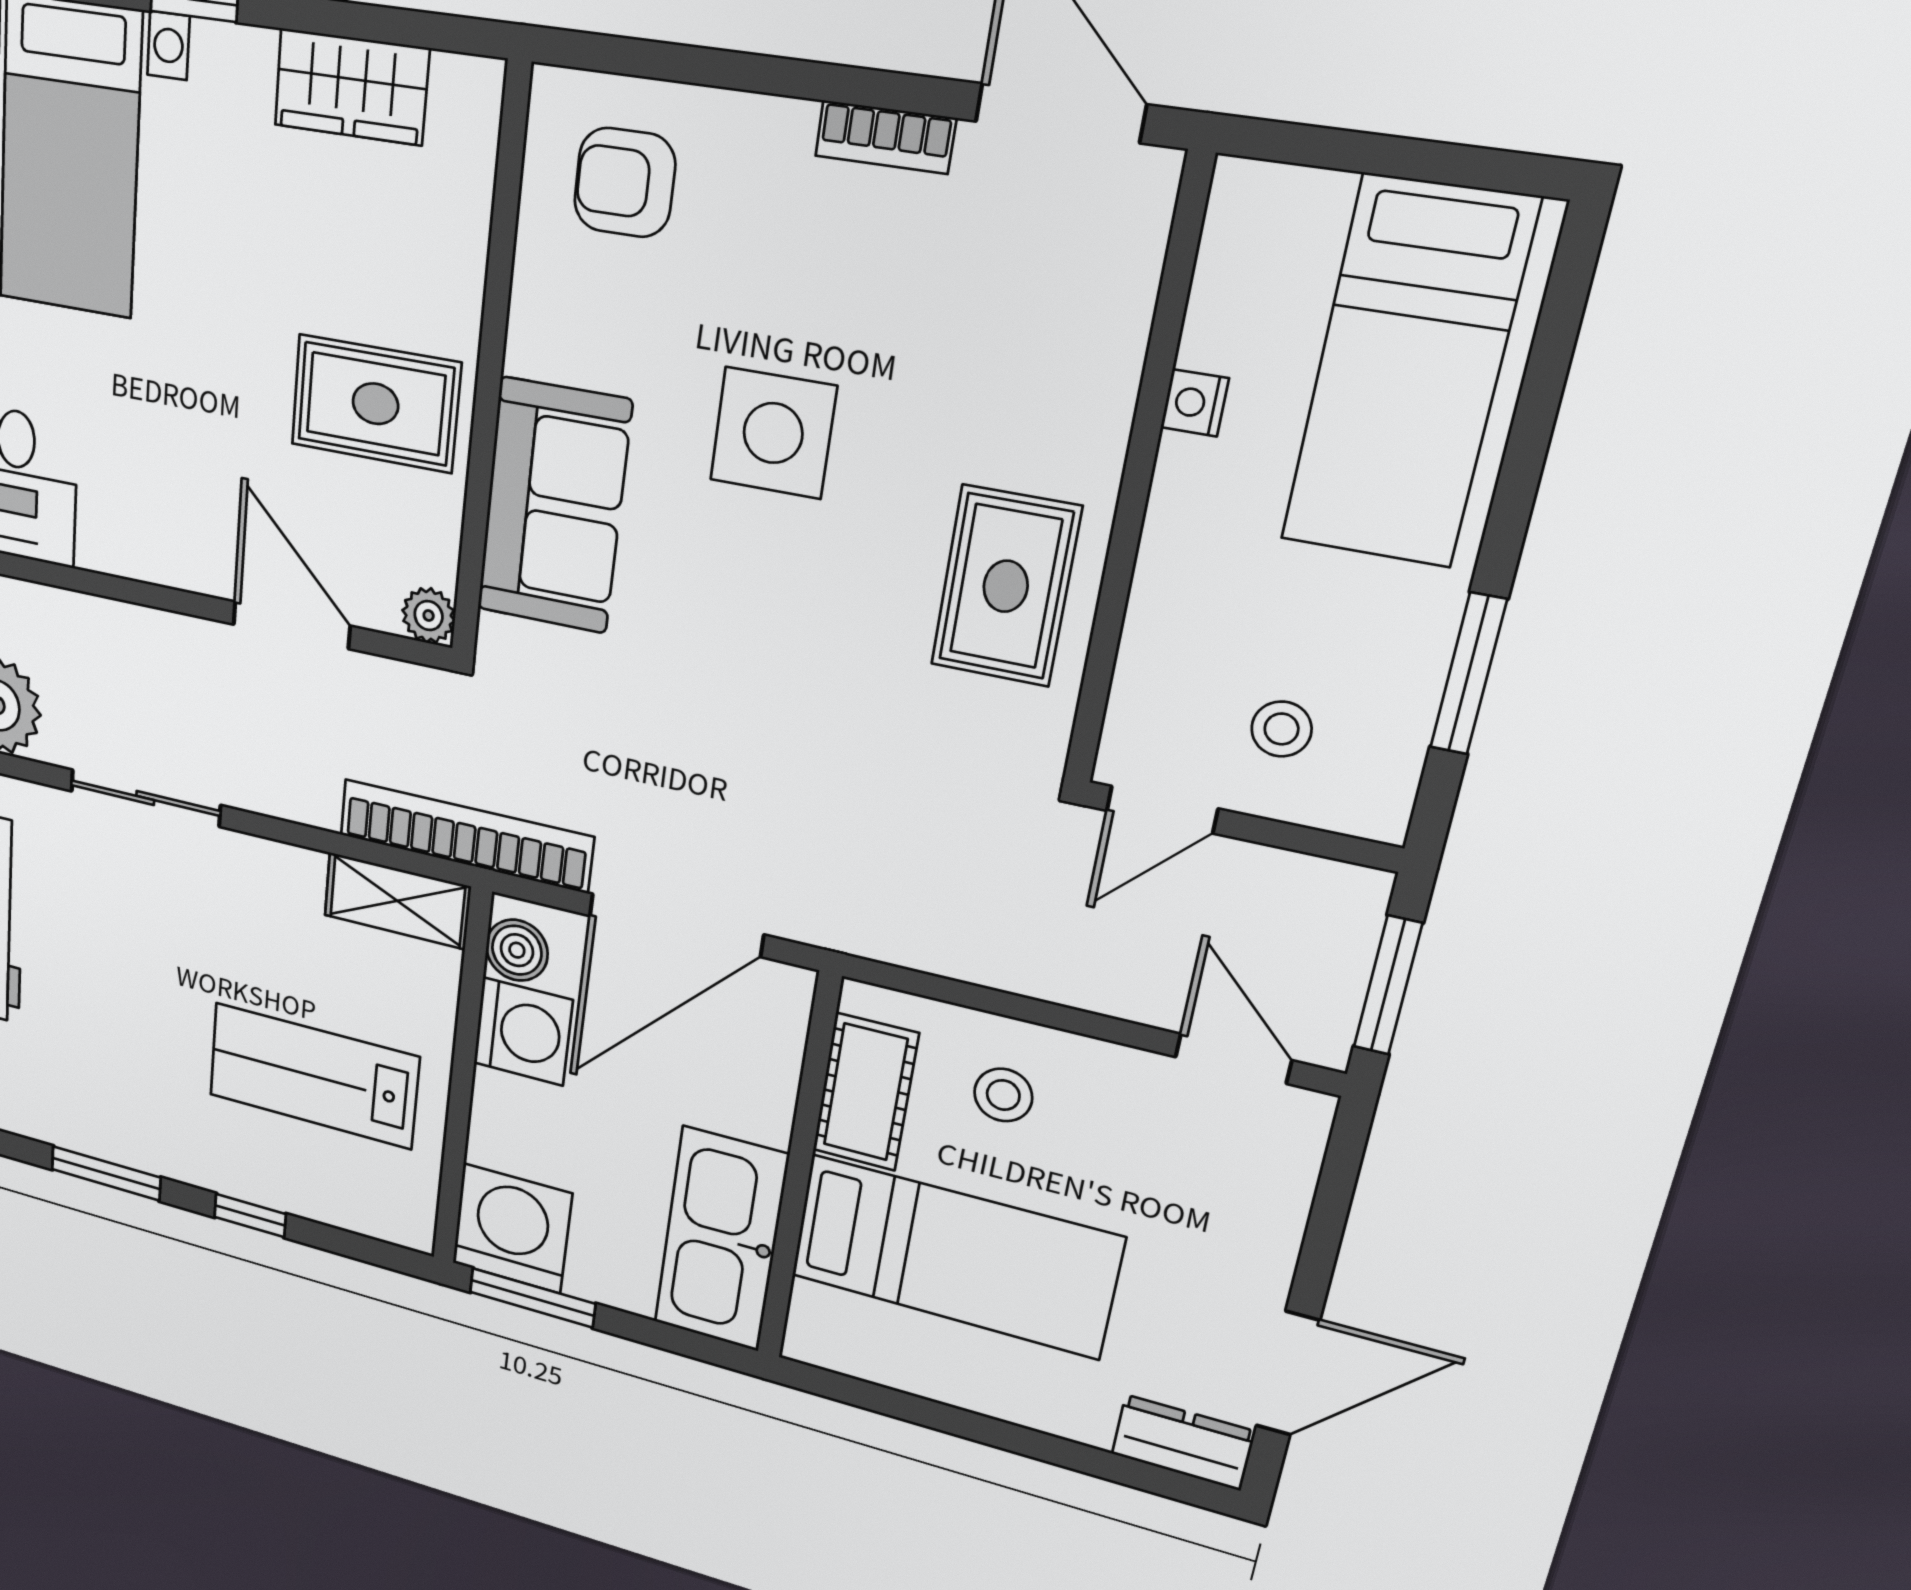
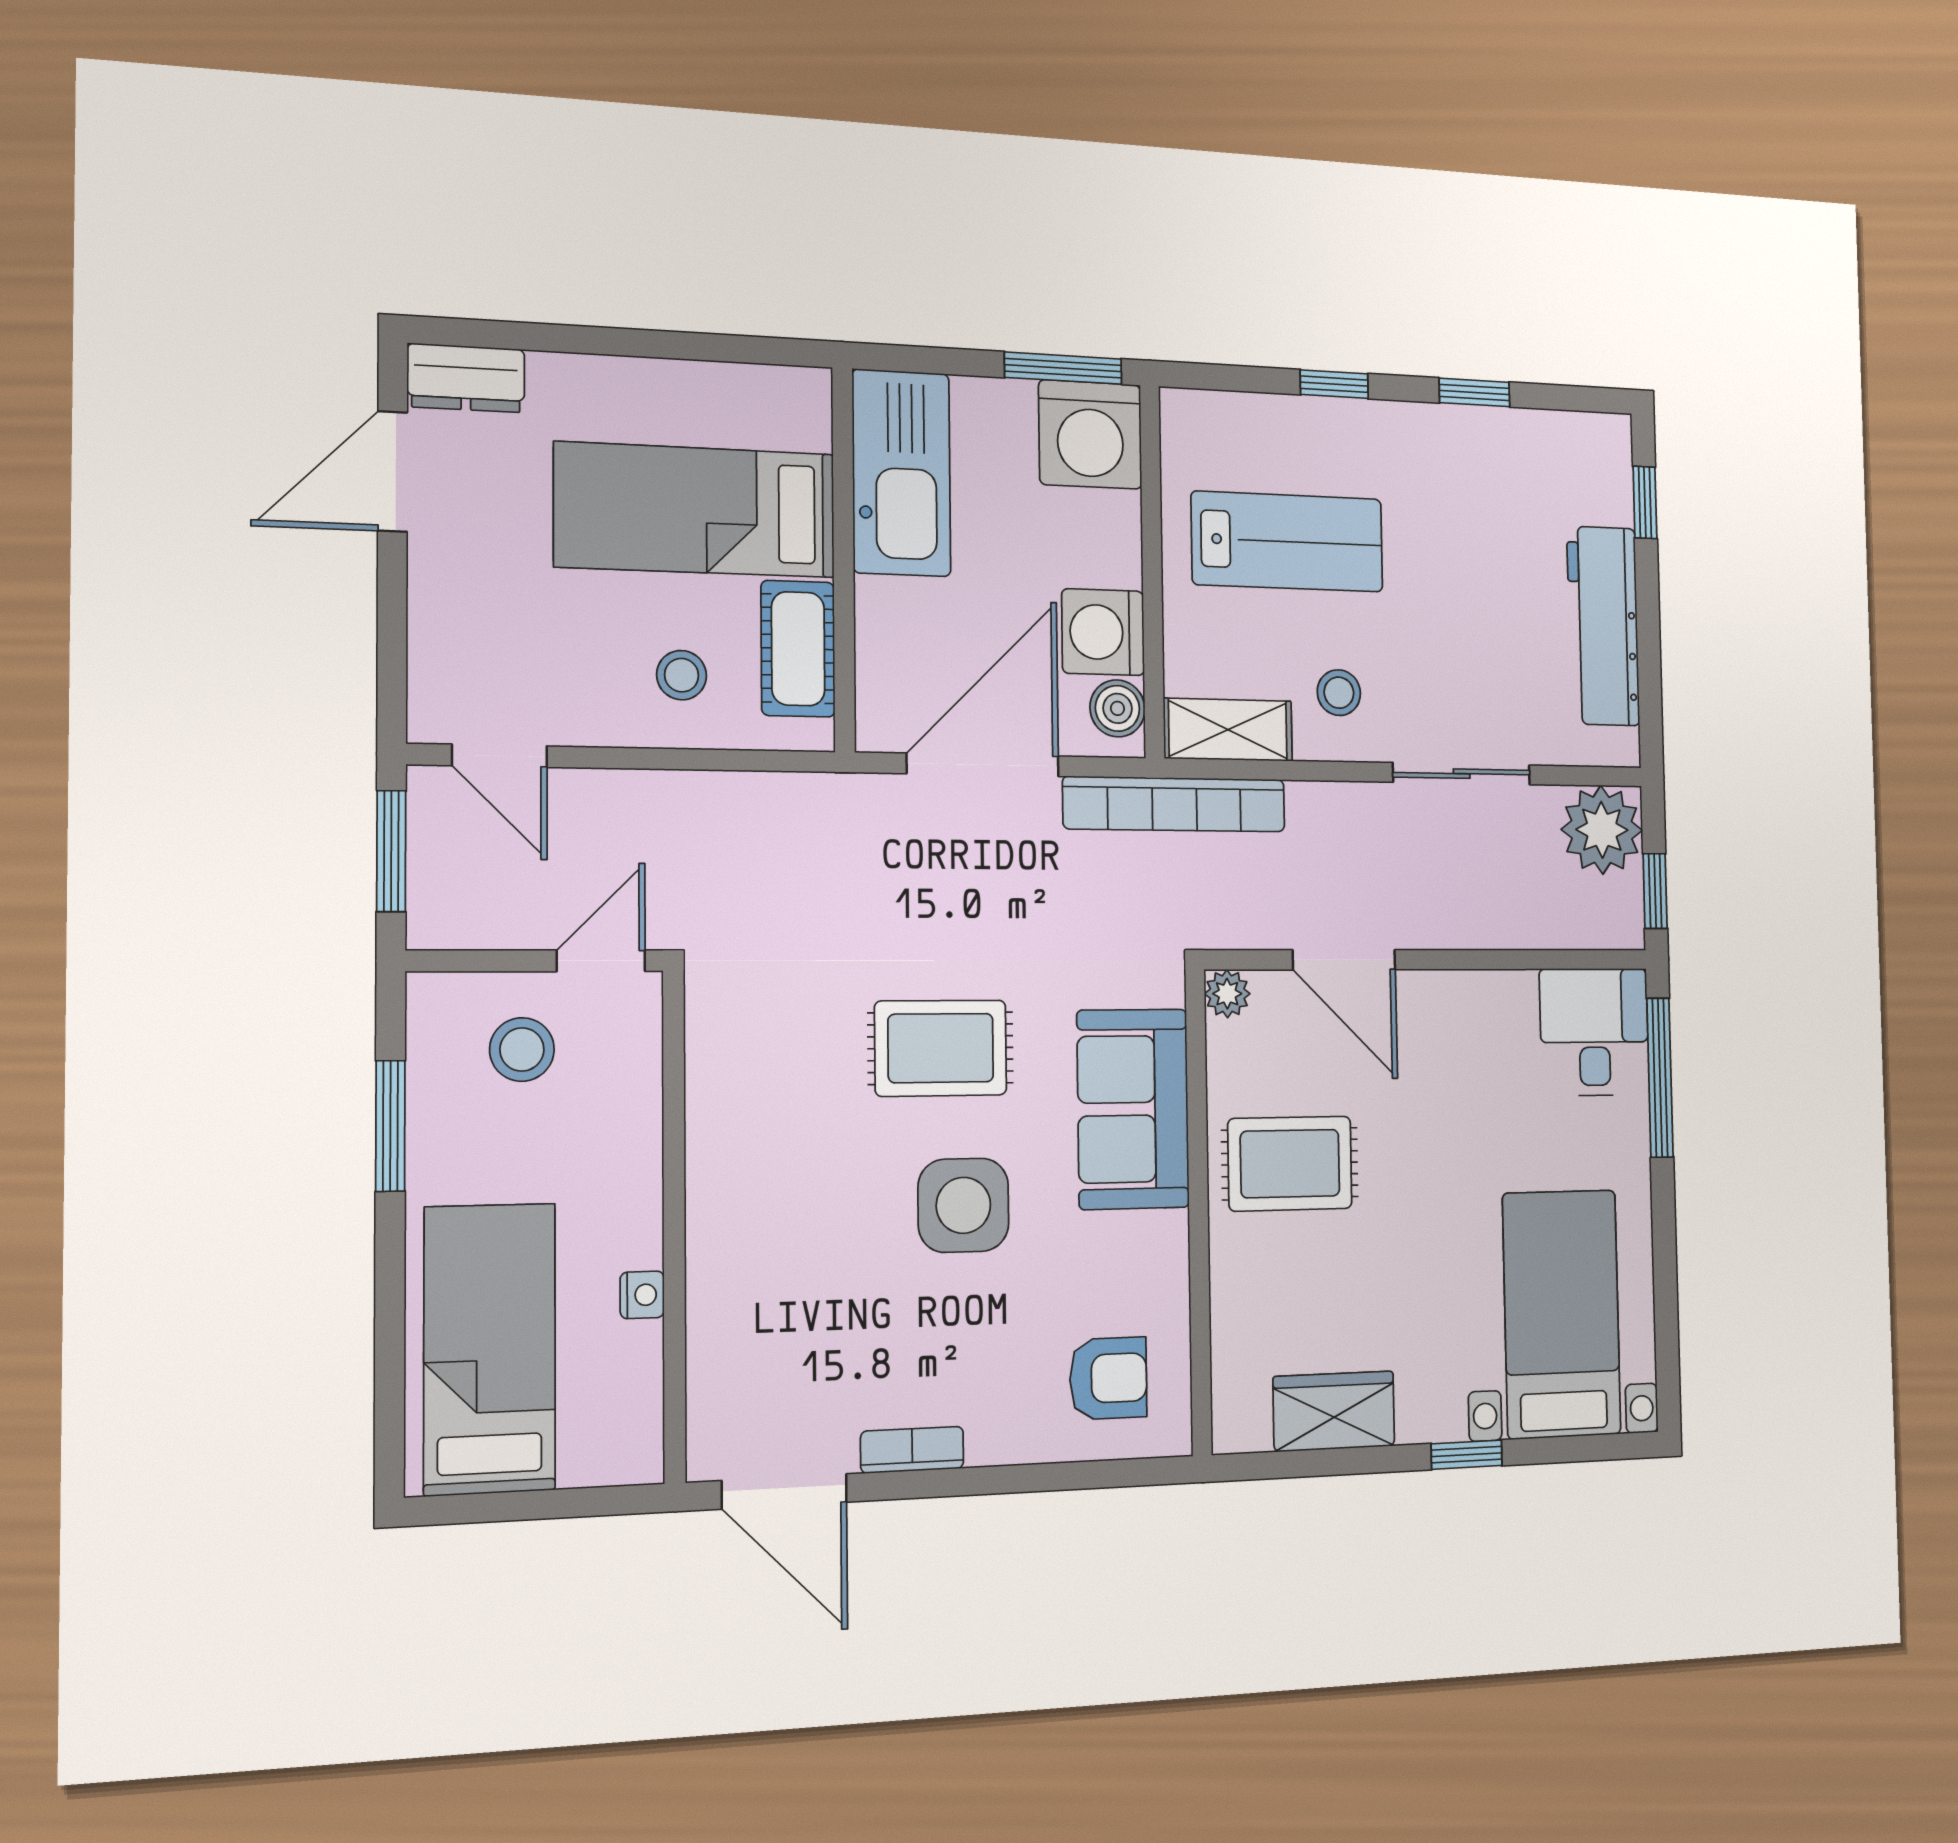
rug: (1006, 586) -> (941, 1048), moved, turned 90
stool: (1281, 729) -> (522, 1049), width x1.37, depth x1.37
stool: (272, 912) -> (1339, 693), added
window: (106, 1173) -> (1474, 392), width x0.67

